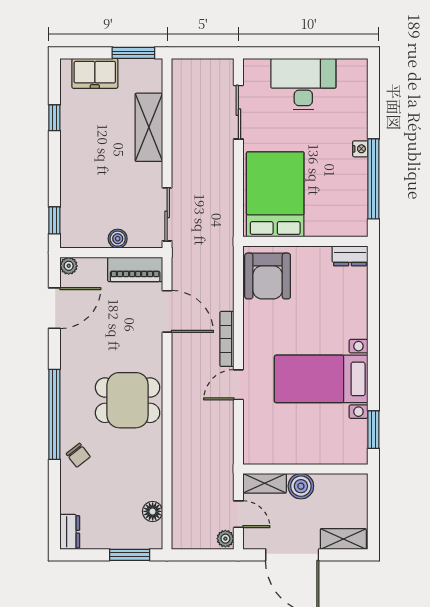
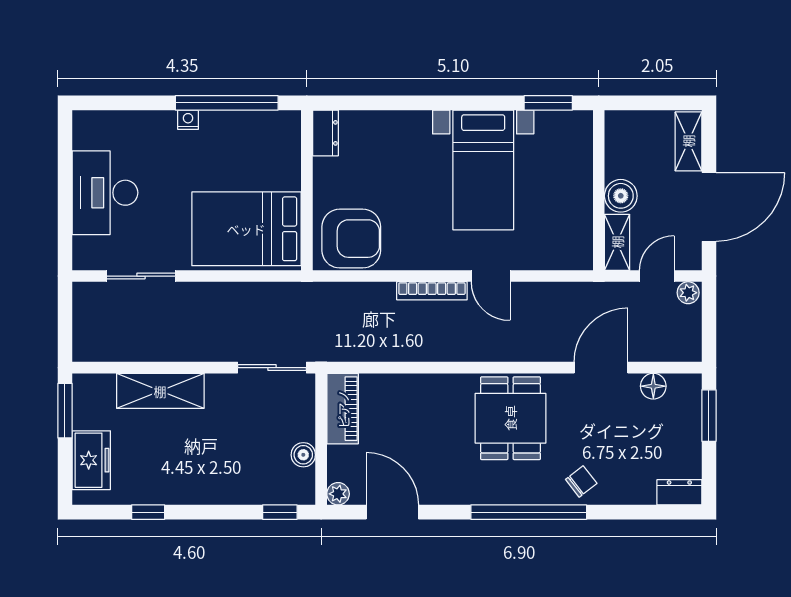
boiler: (118, 239) -> (303, 455), moved
door: (167, 311) -> (601, 368), moved

